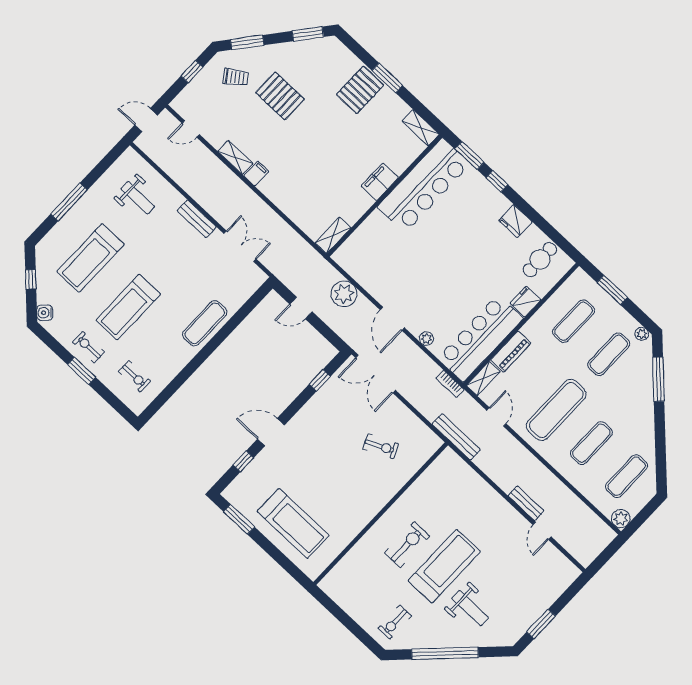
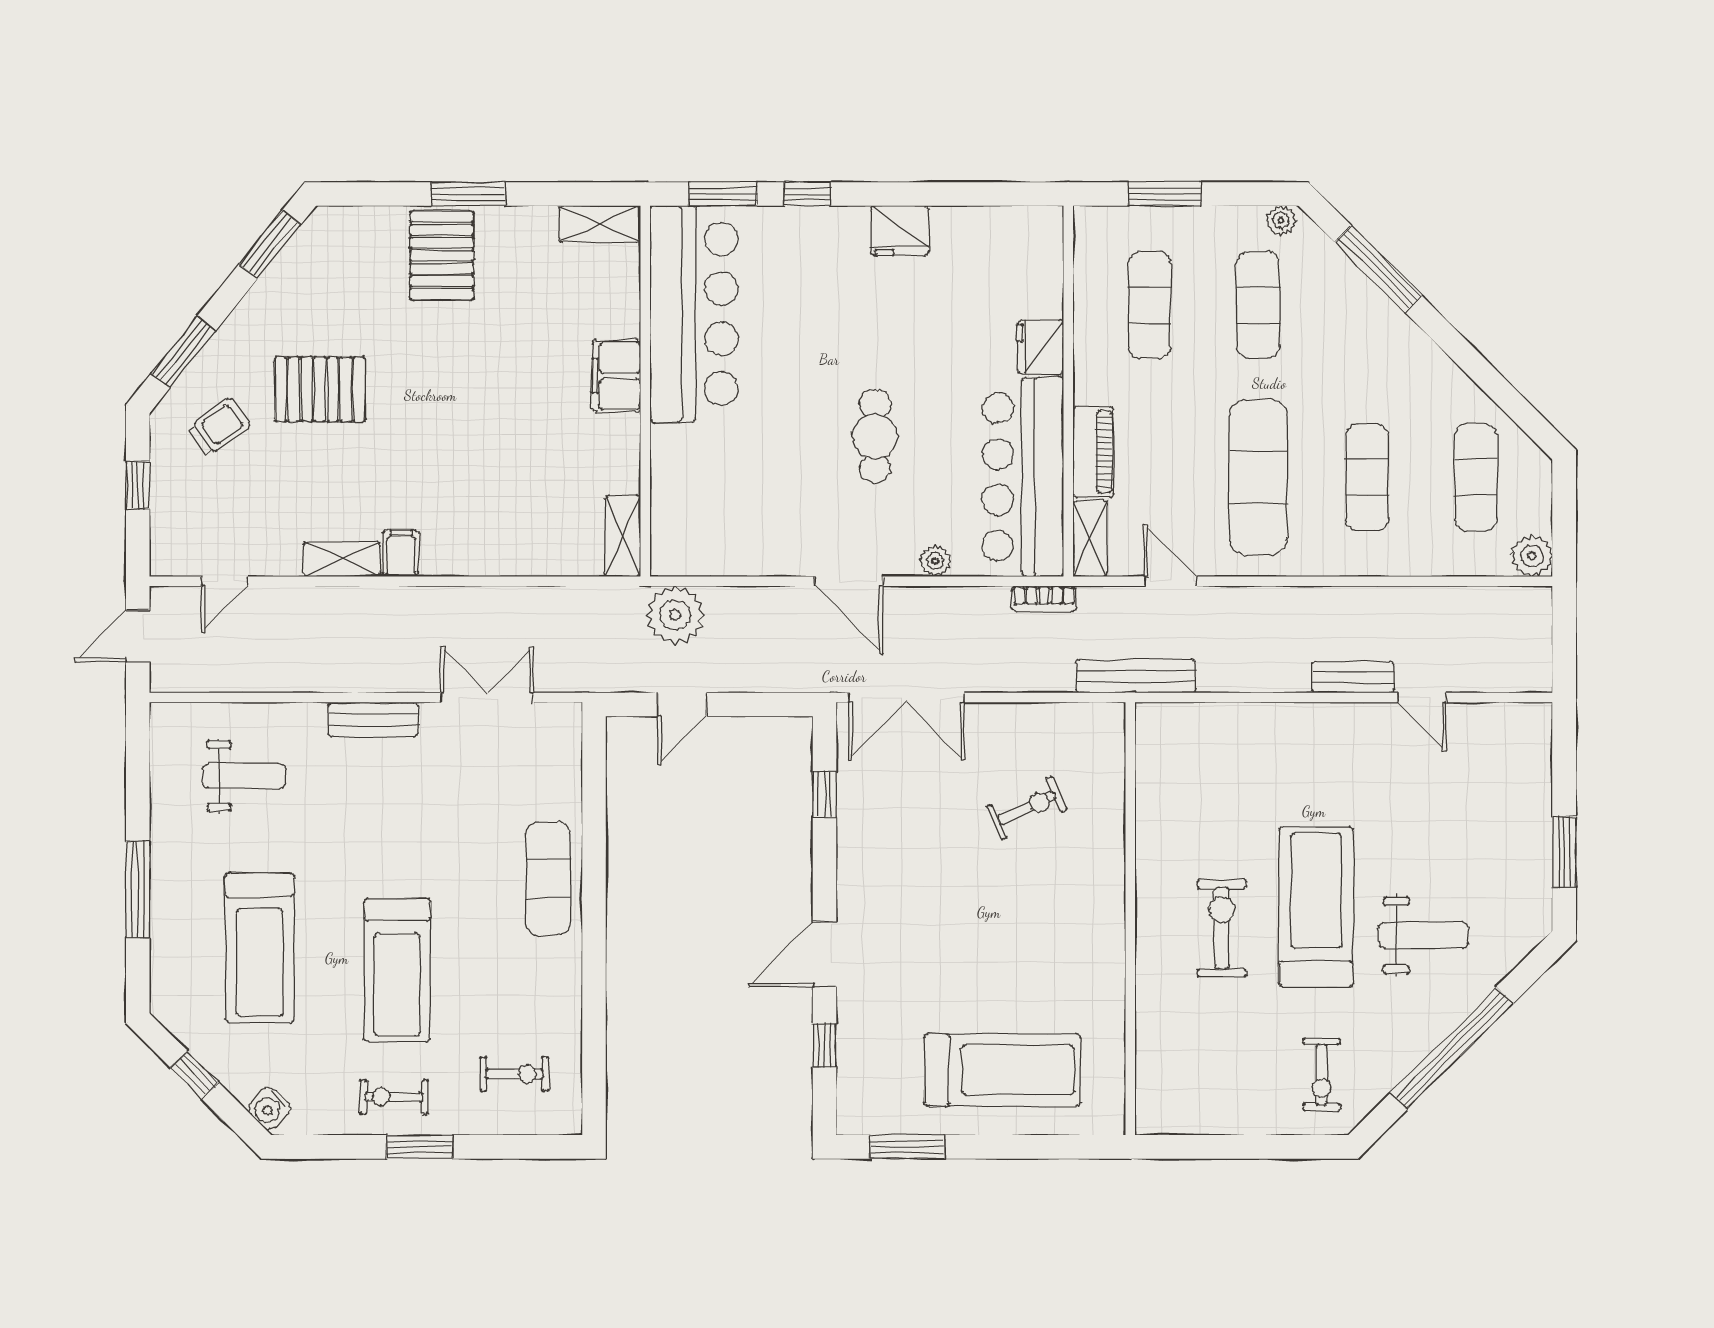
cafe table: (540, 260) -> (875, 436), moved
plant: (344, 294) -> (675, 615), moved

